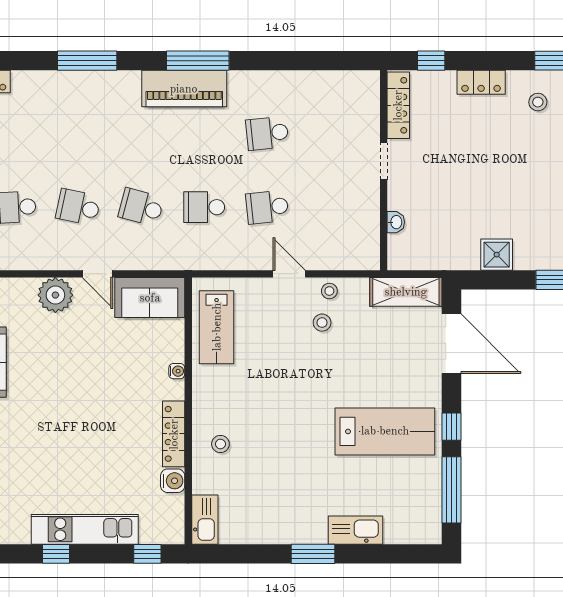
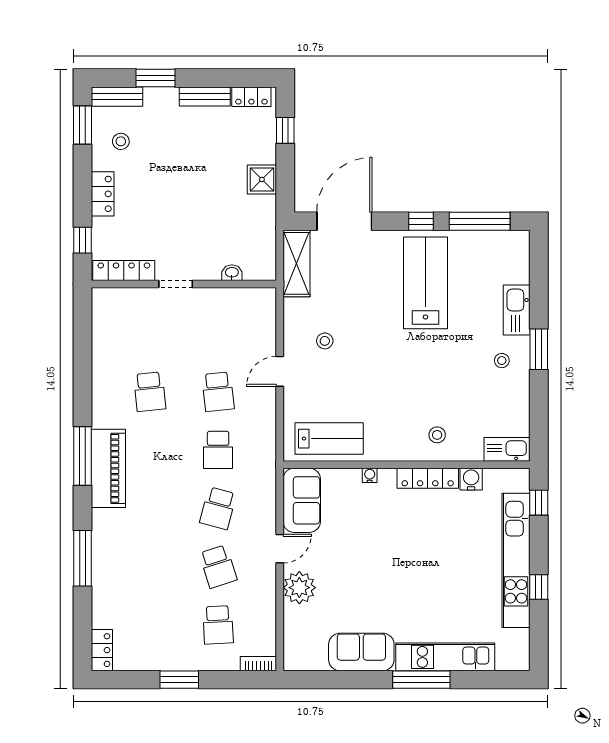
school desk: (78, 207) -> (218, 567), turned -30
stool: (329, 291) -> (502, 361), moved
kitchen unit: (85, 529) -> (516, 560), width x1.36

